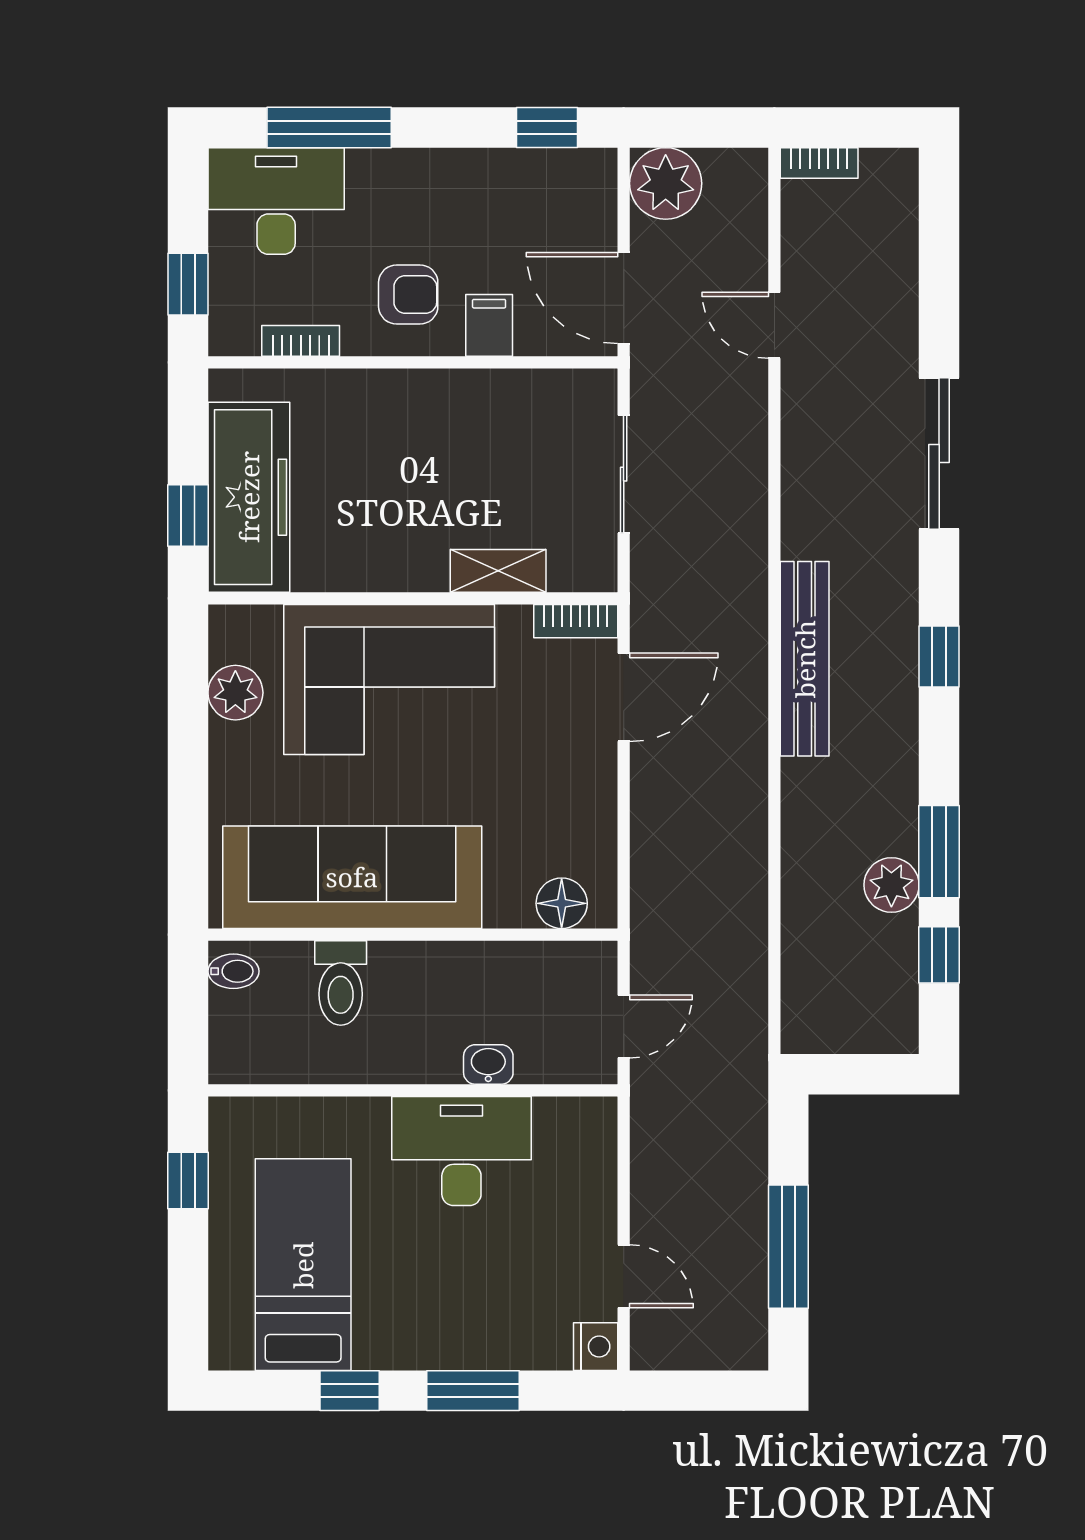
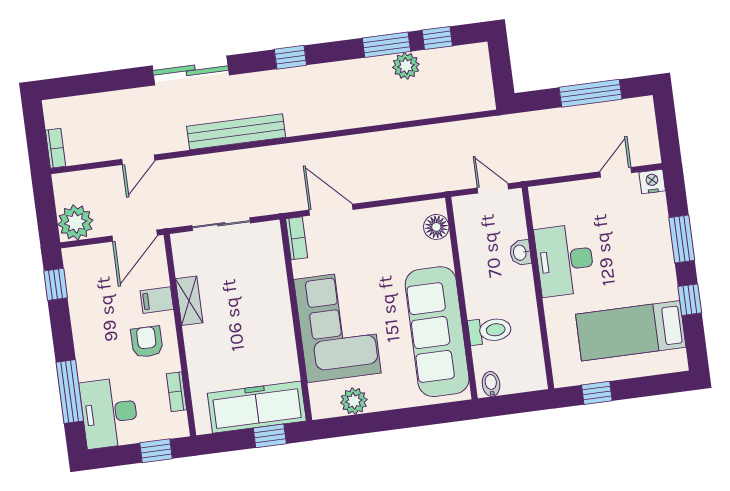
shelving: (498, 571) -> (189, 301), moved
bench: (805, 659) -> (236, 132), moved

